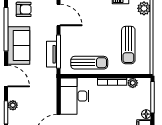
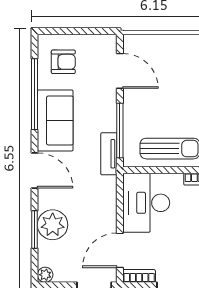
tv unit: (52, 54) -> (109, 154), moved
plant: (13, 105) -> (53, 225), width x1.88, depth x1.88

